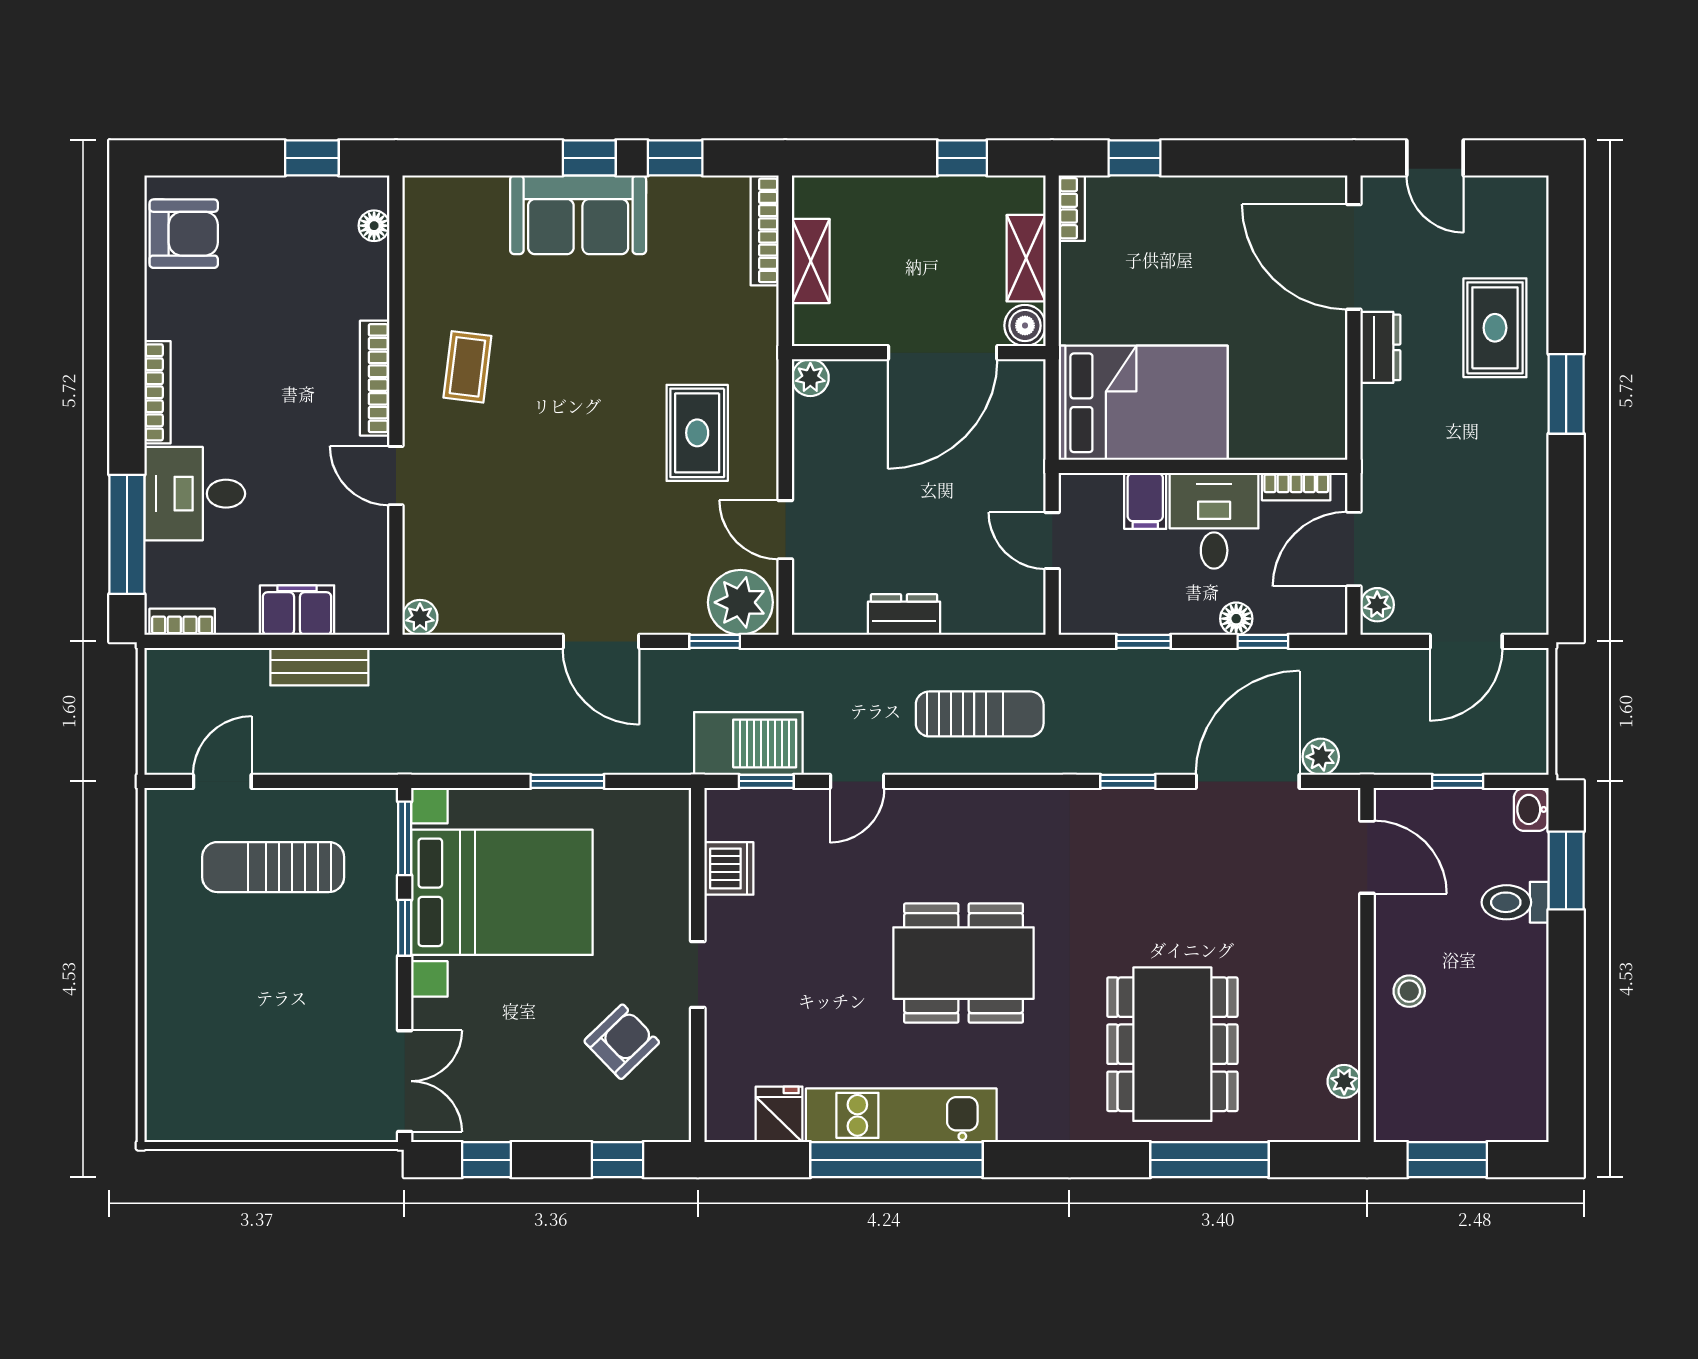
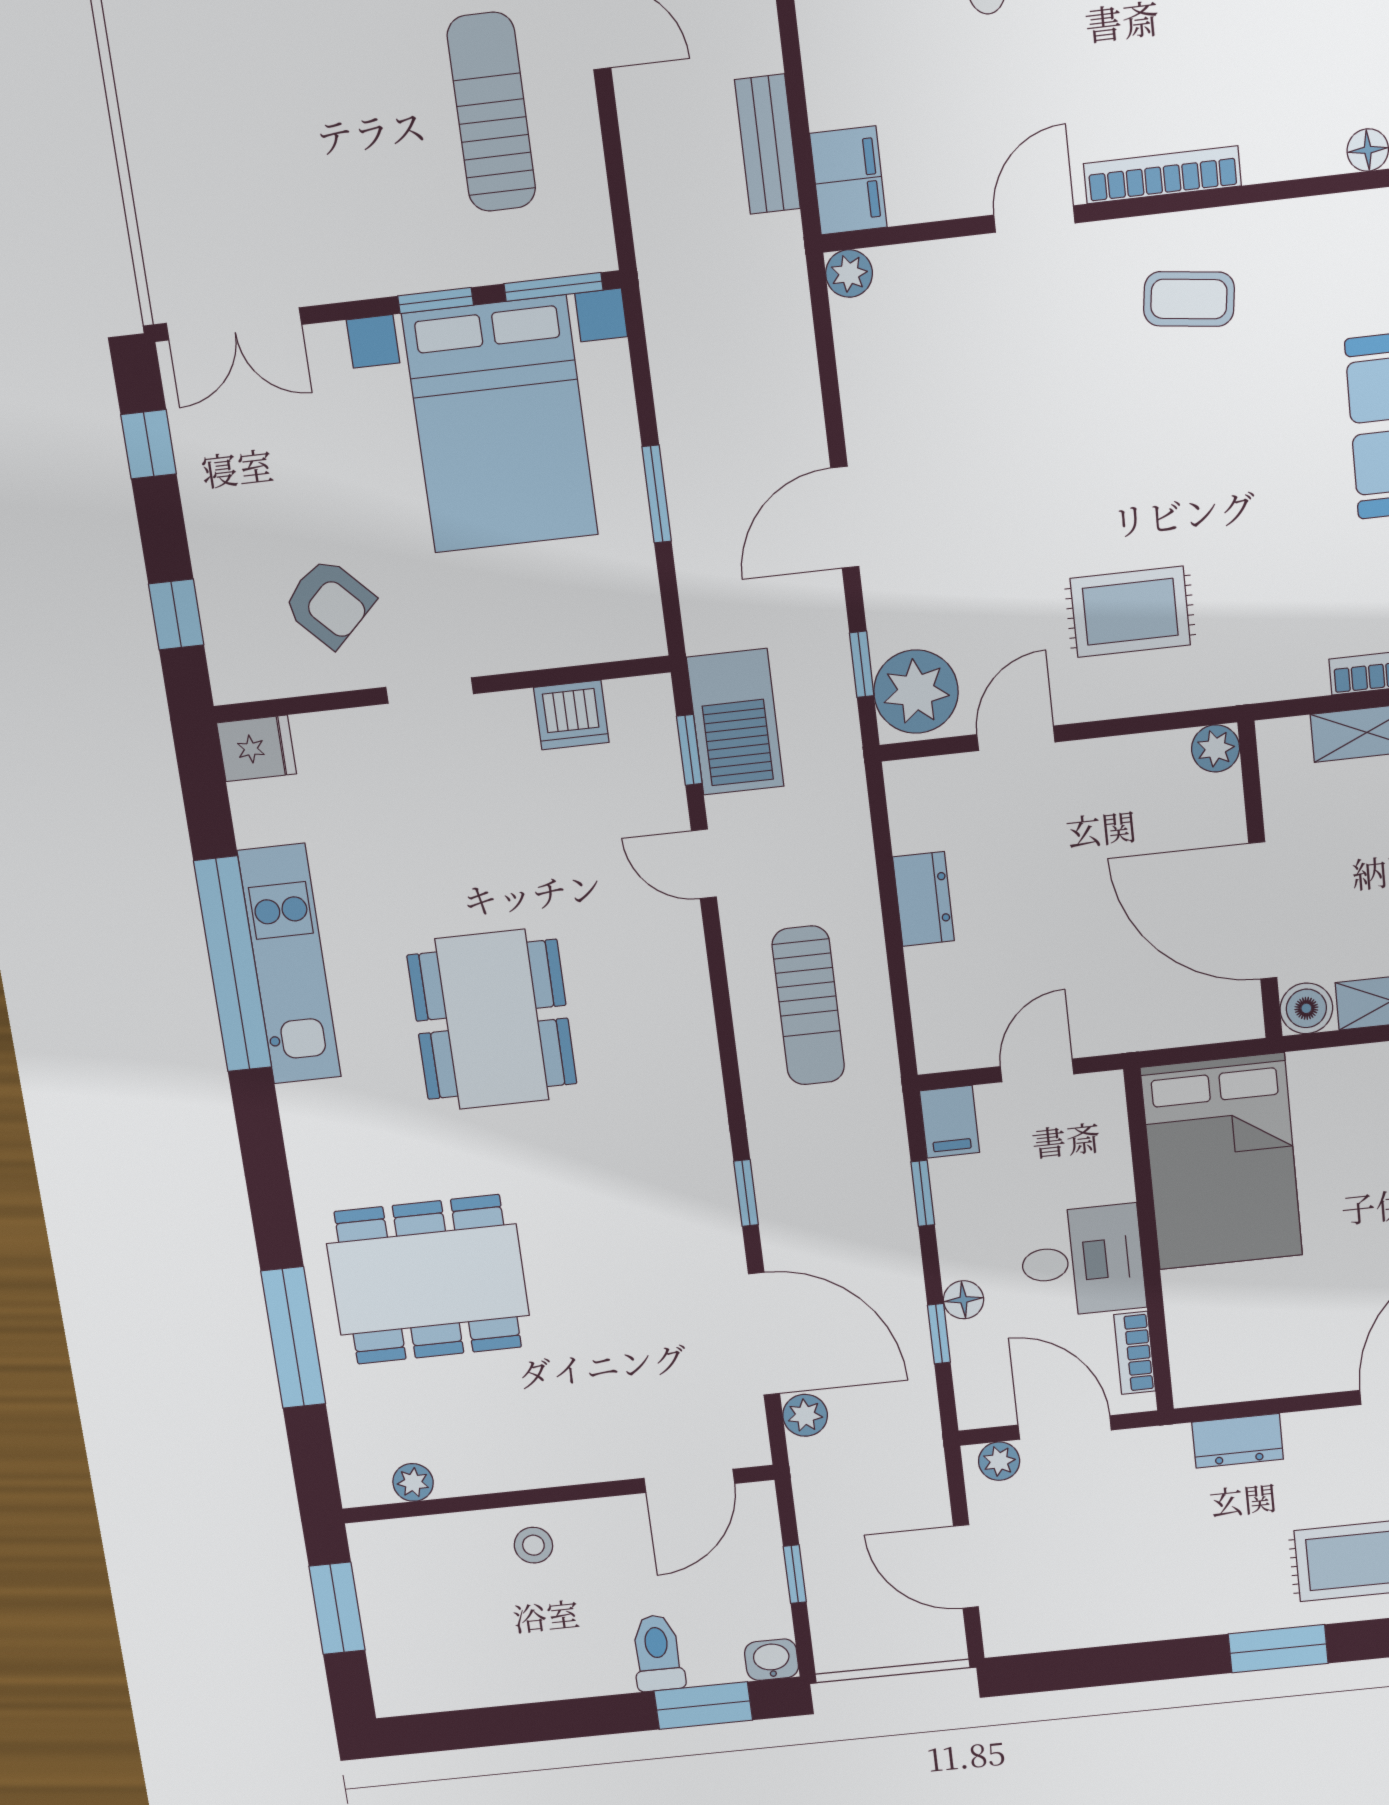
dresser: (1380, 347) -> (1238, 1441), moved
filing cabinet: (1145, 501) -> (949, 1122), moved, turned -90
filing cabinet: (297, 610) -> (848, 180), moved
fridge: (779, 1114) -> (257, 748), moved

